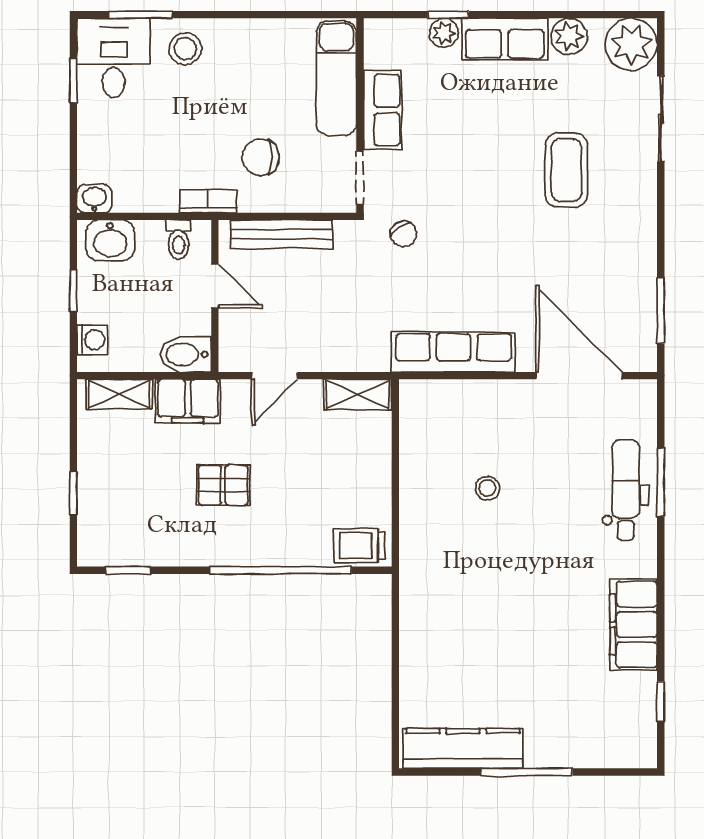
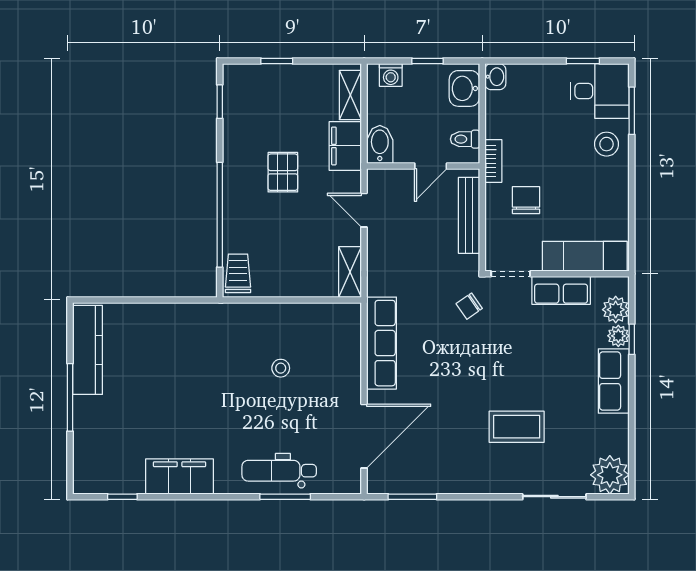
plant: (569, 36) -> (616, 310), moved
dental chair: (626, 490) -> (279, 471), turned 180

